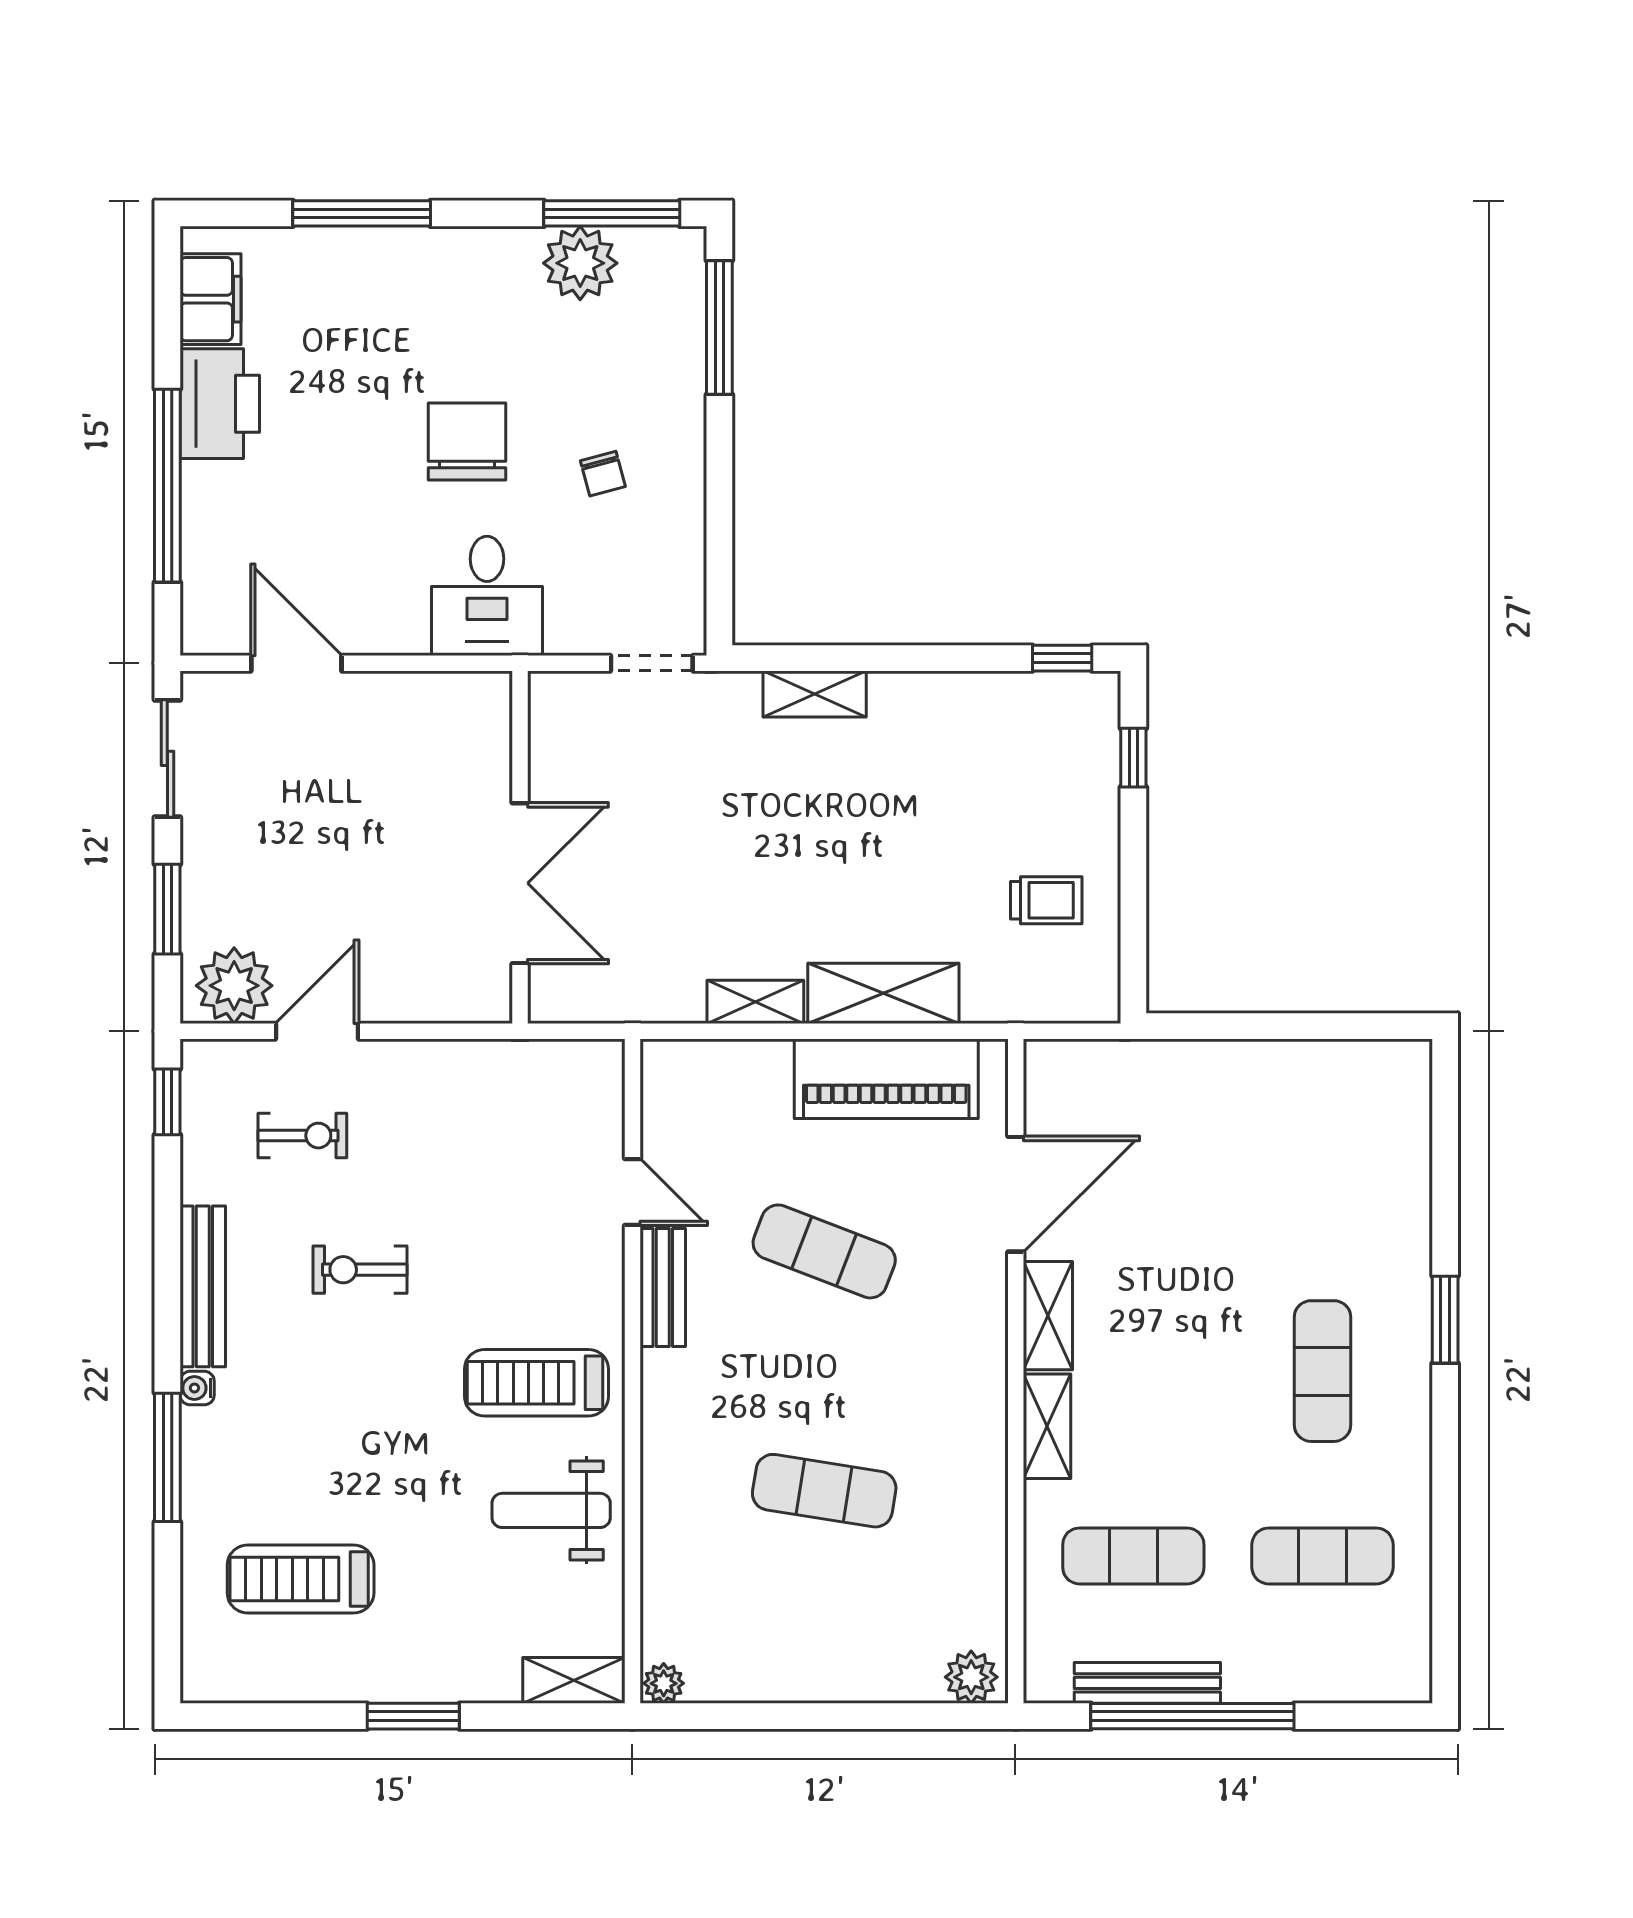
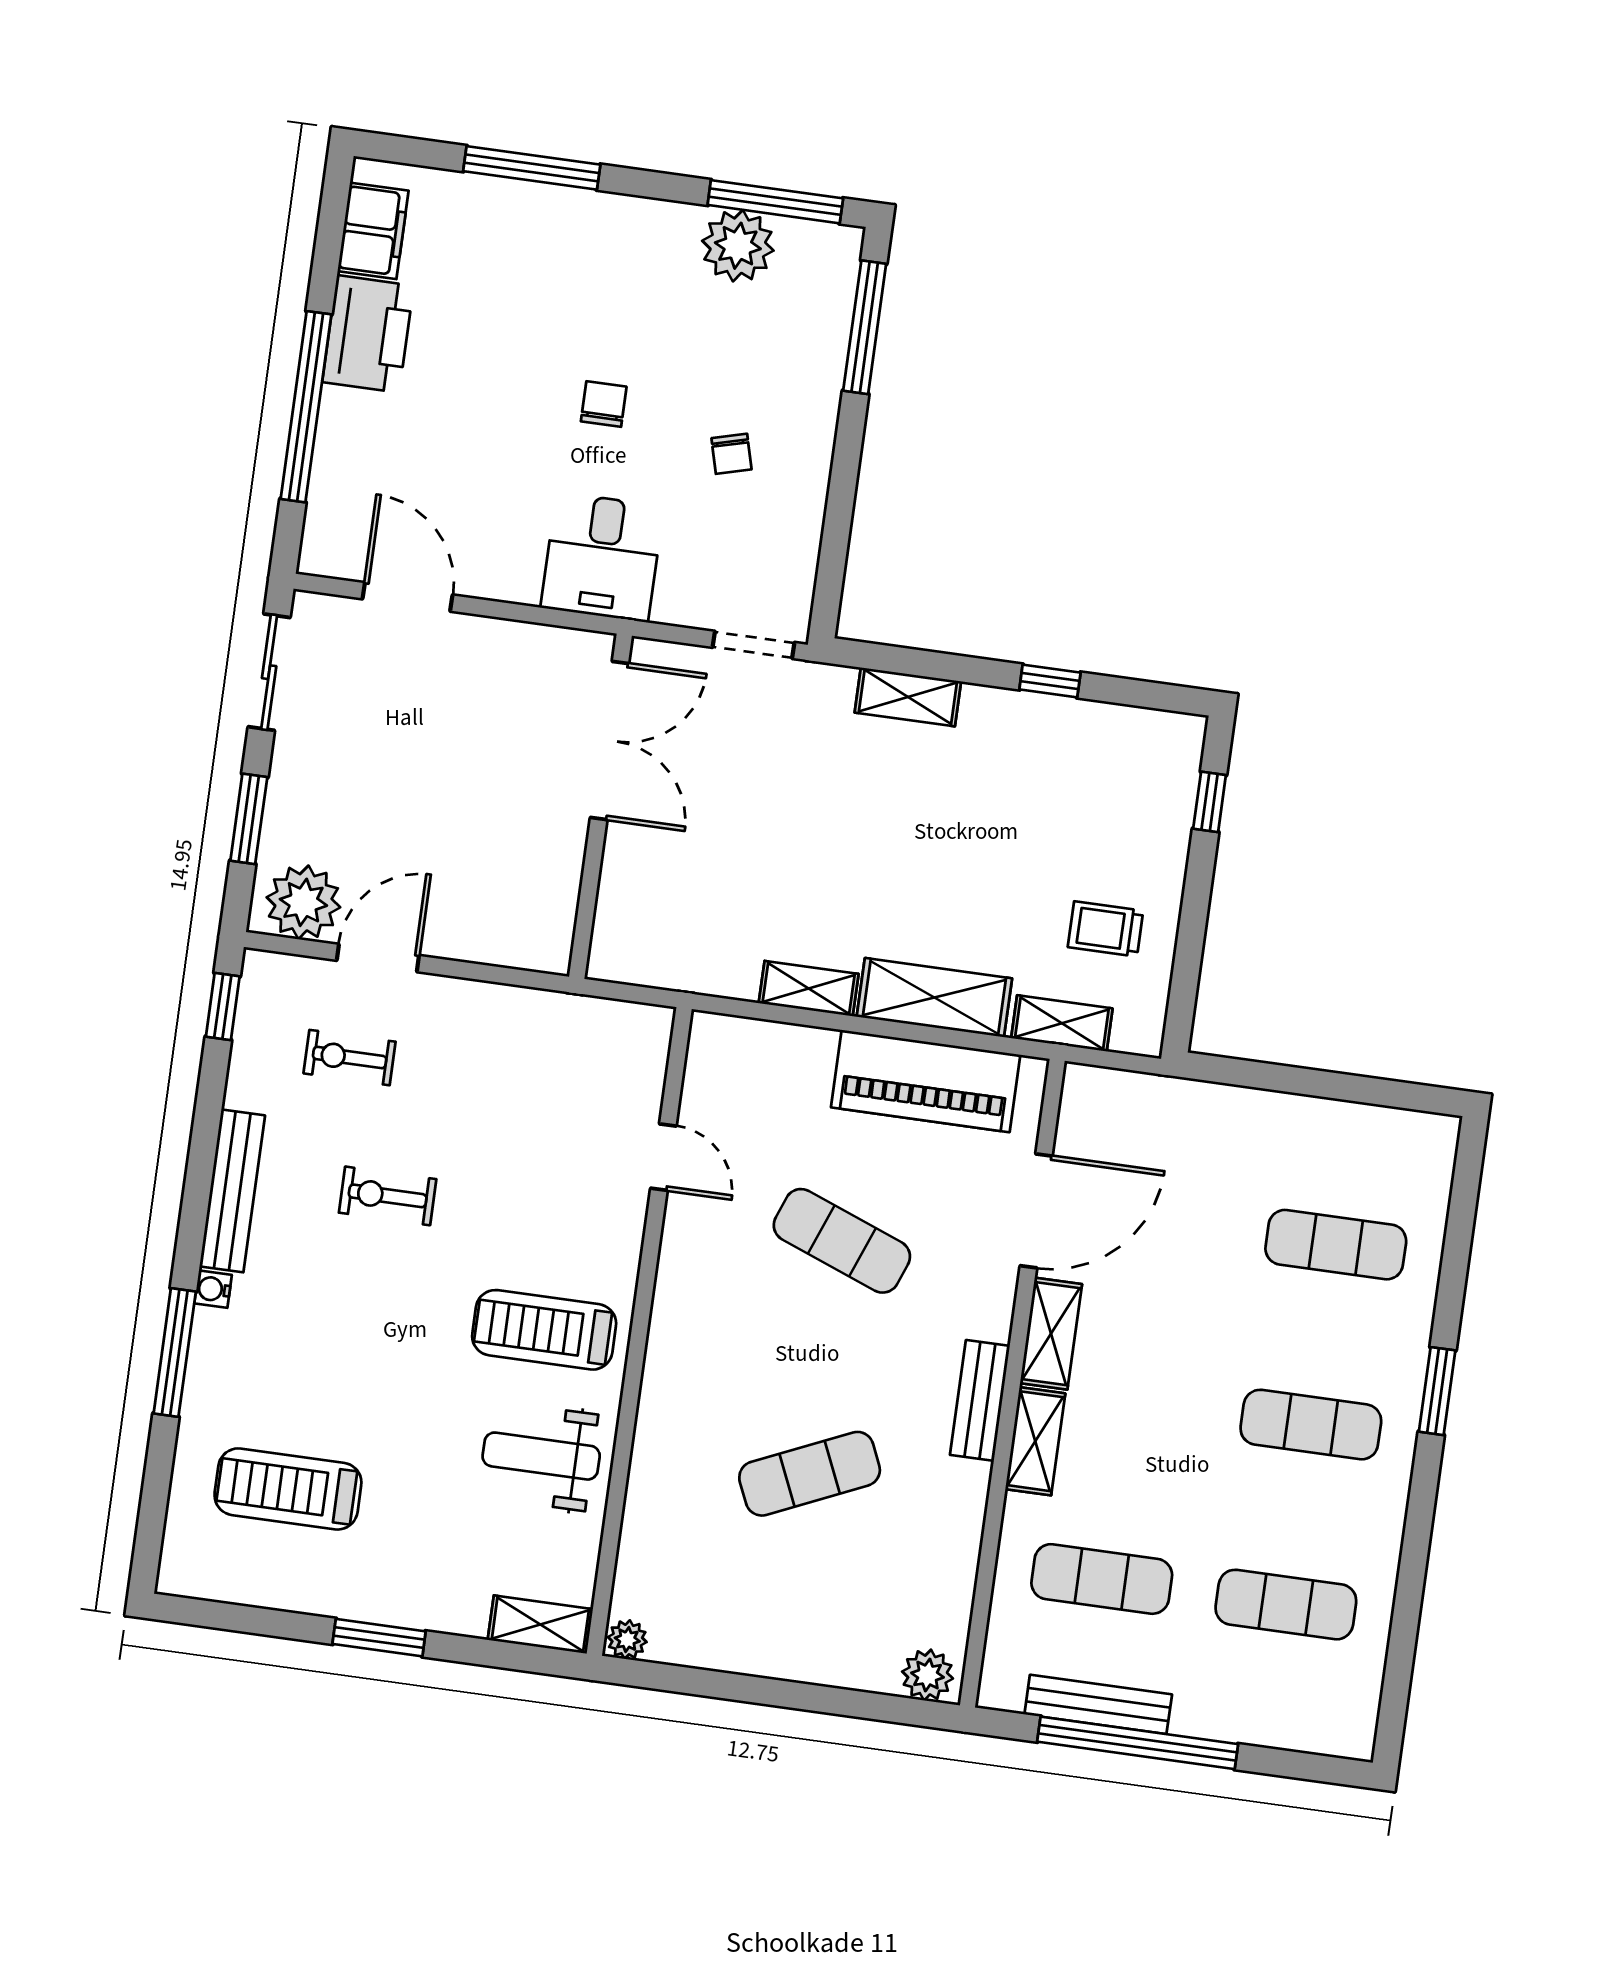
chair: (467, 441) -> (604, 404), width x0.54, depth x0.54
window: (1062, 658) -> (1050, 681), moved
double door: (520, 883) -> (610, 741), moved
trolley: (1046, 900) -> (1105, 929), turned 180
shelving: (1015, 1001) -> (1062, 1023), added
exercise bike: (302, 1136) -> (350, 1058), turned 180
exercise mat: (1323, 1186) -> (1336, 1245), added
bench: (663, 1288) -> (980, 1400), moved
exercise mat: (1323, 1371) -> (1311, 1425), turned 90
exercise mat: (824, 1491) -> (810, 1474), turned -33

